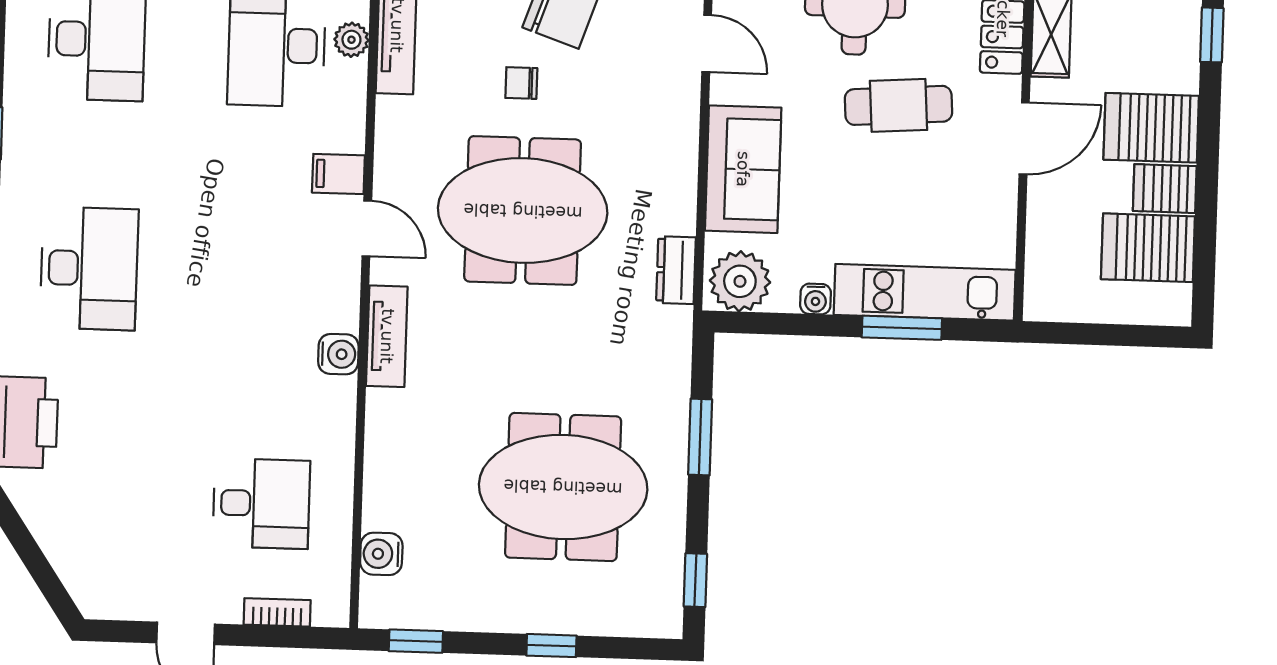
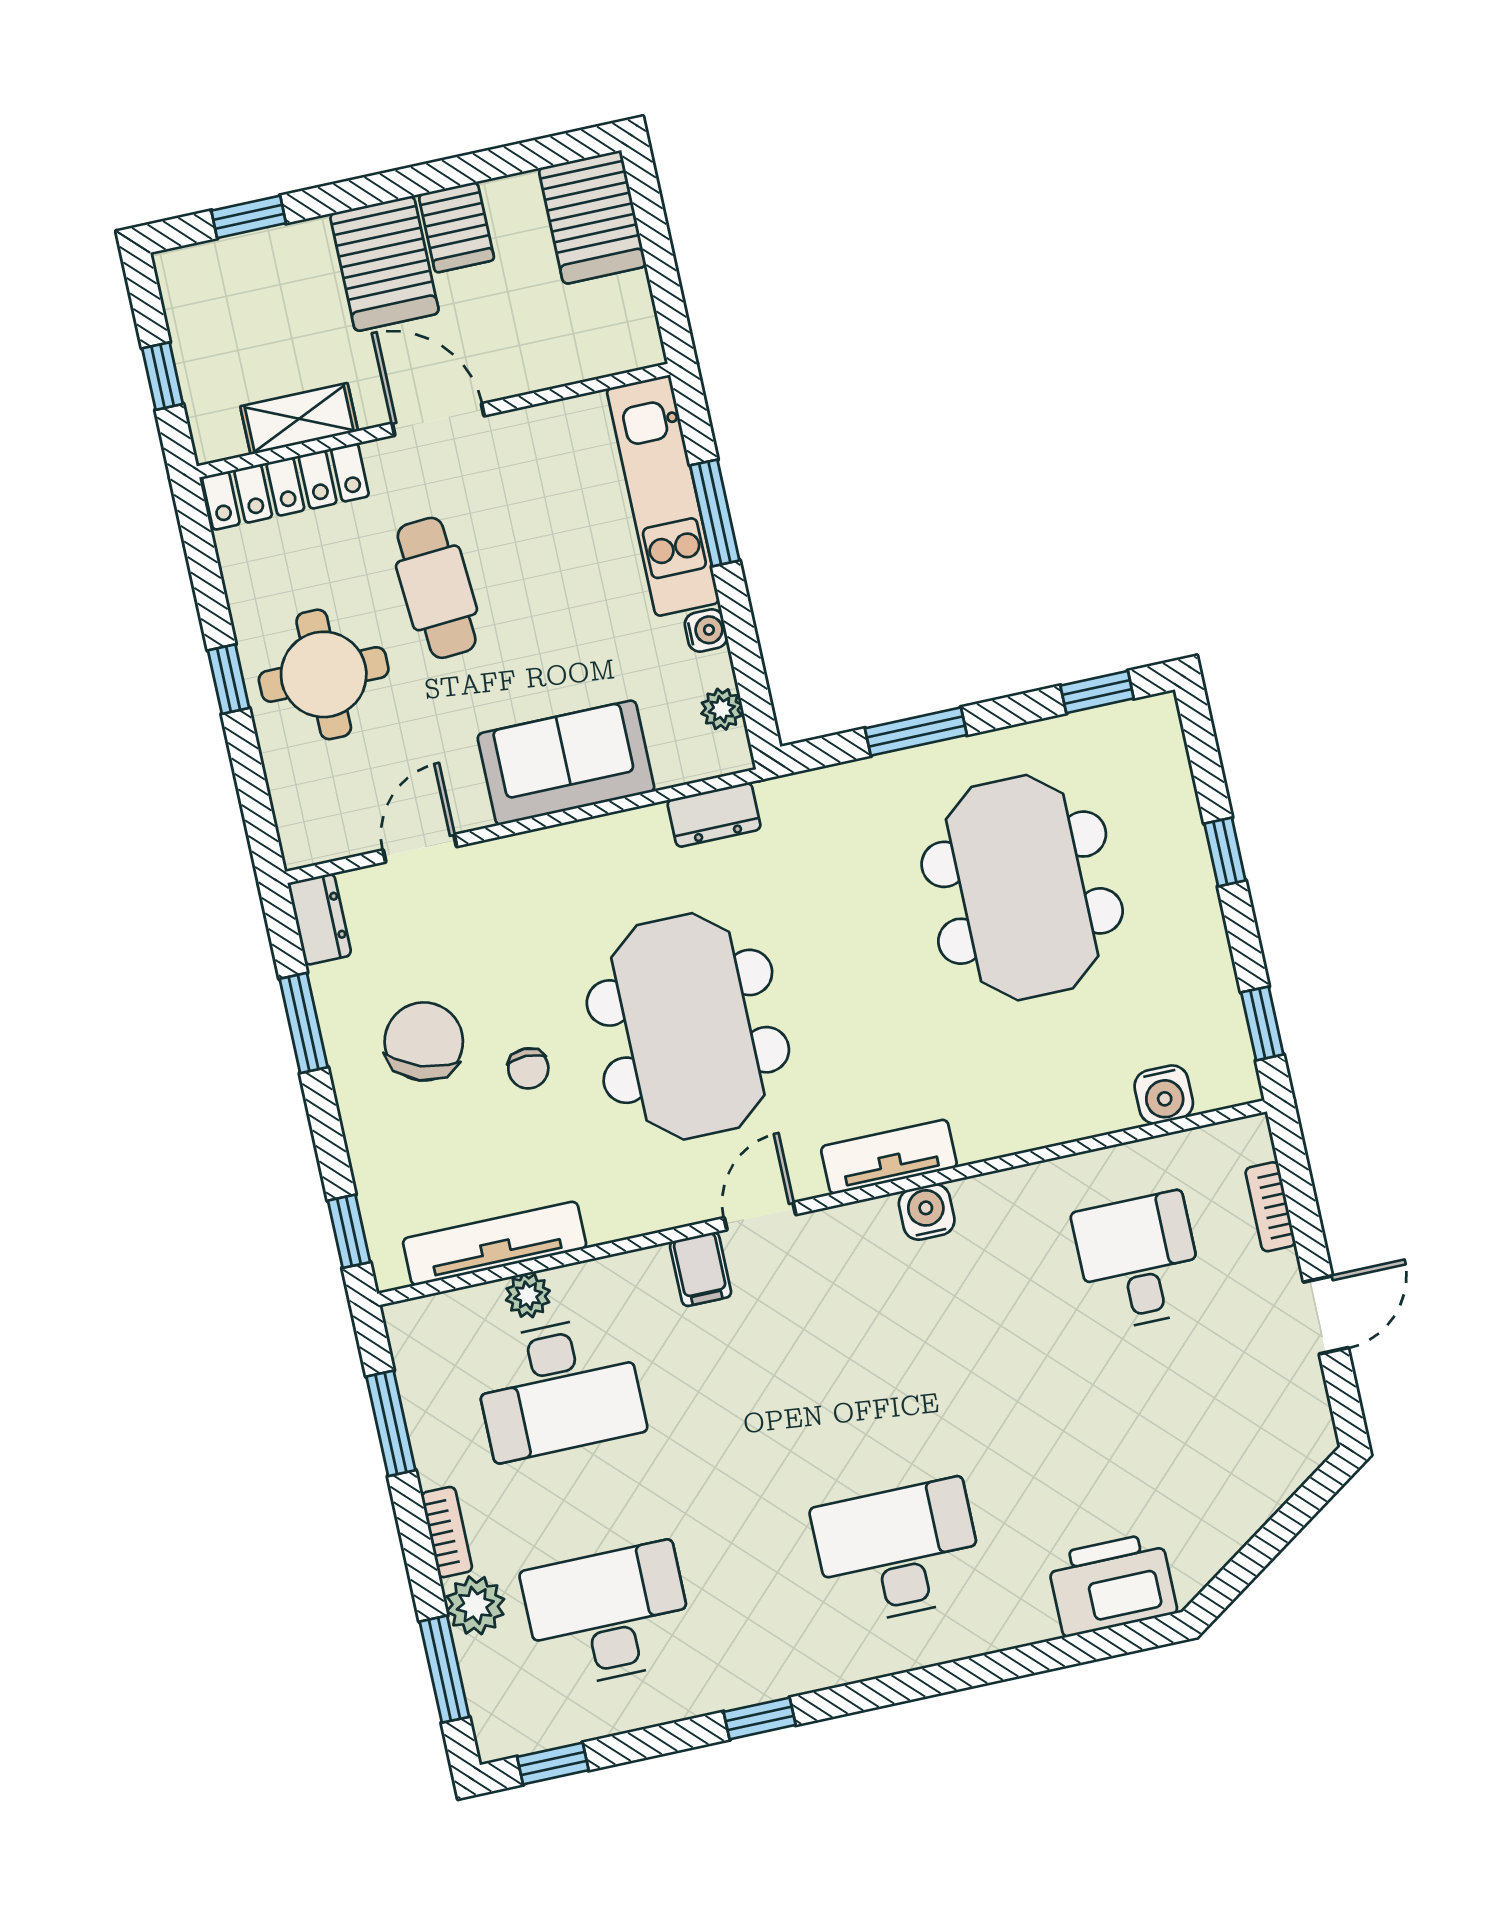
server rack: (1148, 248) -> (592, 217), moved
plant: (740, 281) -> (722, 709), width x0.53, depth x0.53

